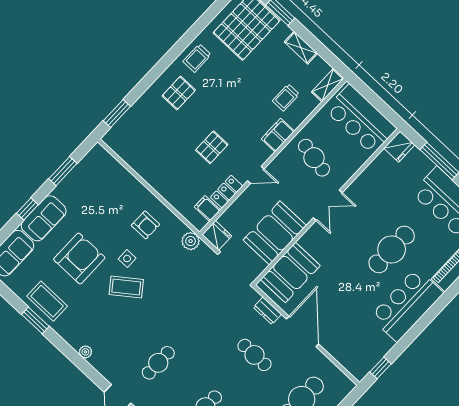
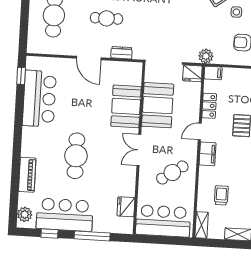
filing cabinet: (278, 135) -> (208, 154), moved
fridge: (399, 147) -> (126, 207), moved
cafe table: (314, 158) -> (172, 173), turned -45
filing cabinet: (207, 208) -> (213, 73), moved
booth: (290, 272) -> (126, 106), moved
bar counter: (407, 305) -> (39, 99), moved
door: (302, 332) -> (89, 58), width x0.73

